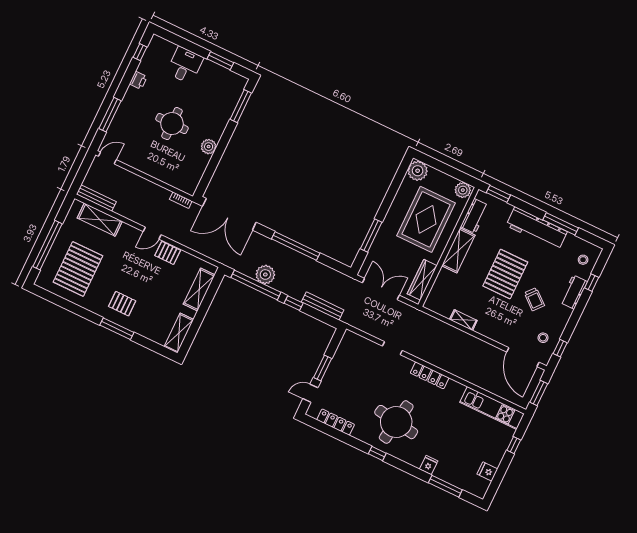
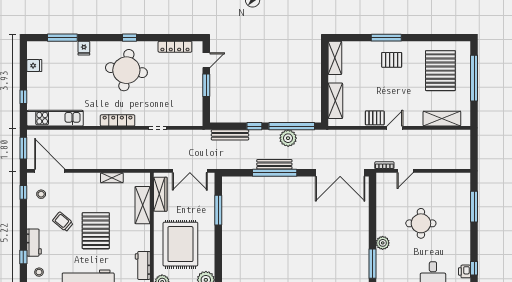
printer: (138, 80) -> (465, 271), moved
plant: (209, 147) -> (383, 243), moved
door: (107, 158) -> (405, 171), moved
bench: (96, 198) -> (274, 164), moved
double door: (229, 214) -> (340, 173), swing flipped
shelving: (458, 250) -> (143, 205), moved

